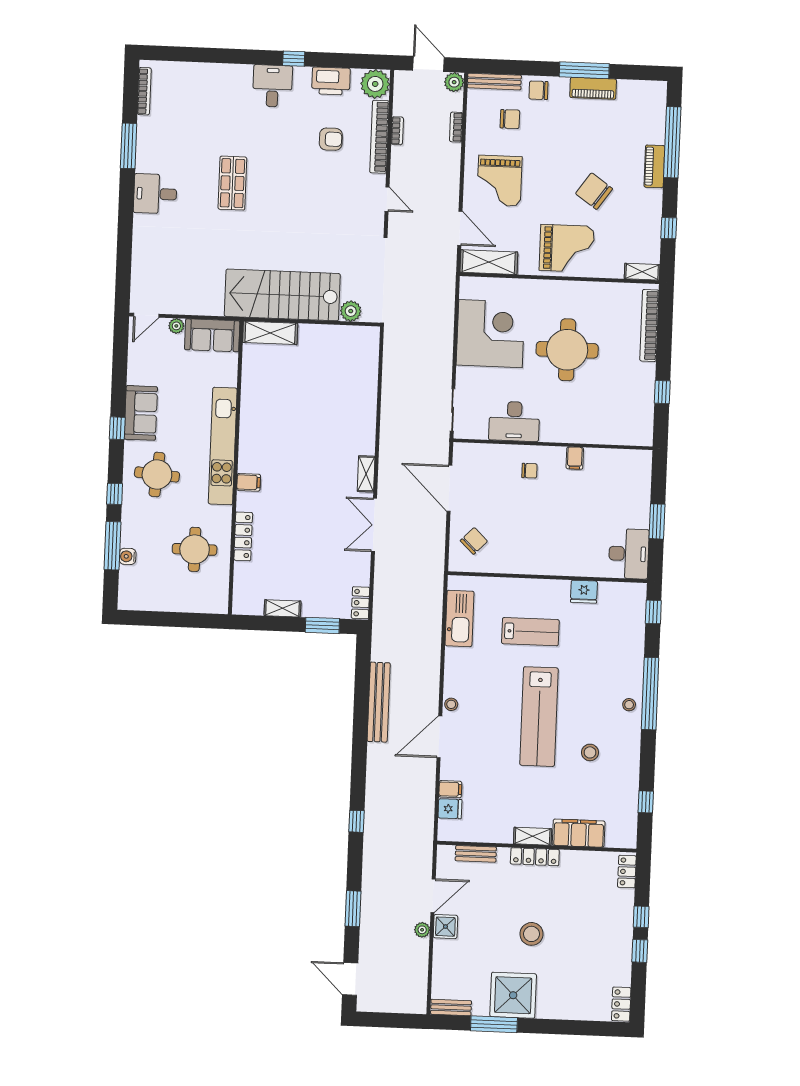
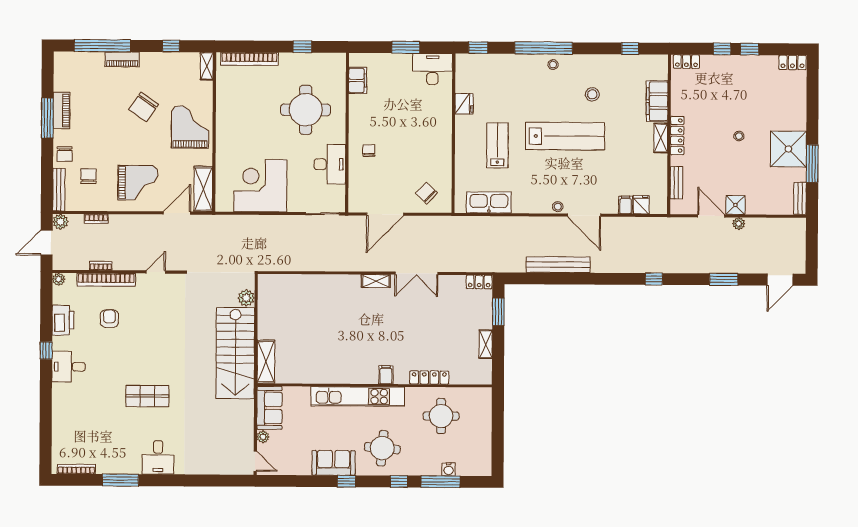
plant: (375, 84) -> (59, 279), width x0.53, depth x0.53
round table: (567, 350) -> (306, 110), moved
filing cabinet: (575, 458) -> (358, 80), moved, width x2.00
stool: (532, 934) -> (739, 136), width x0.53, depth x0.53

